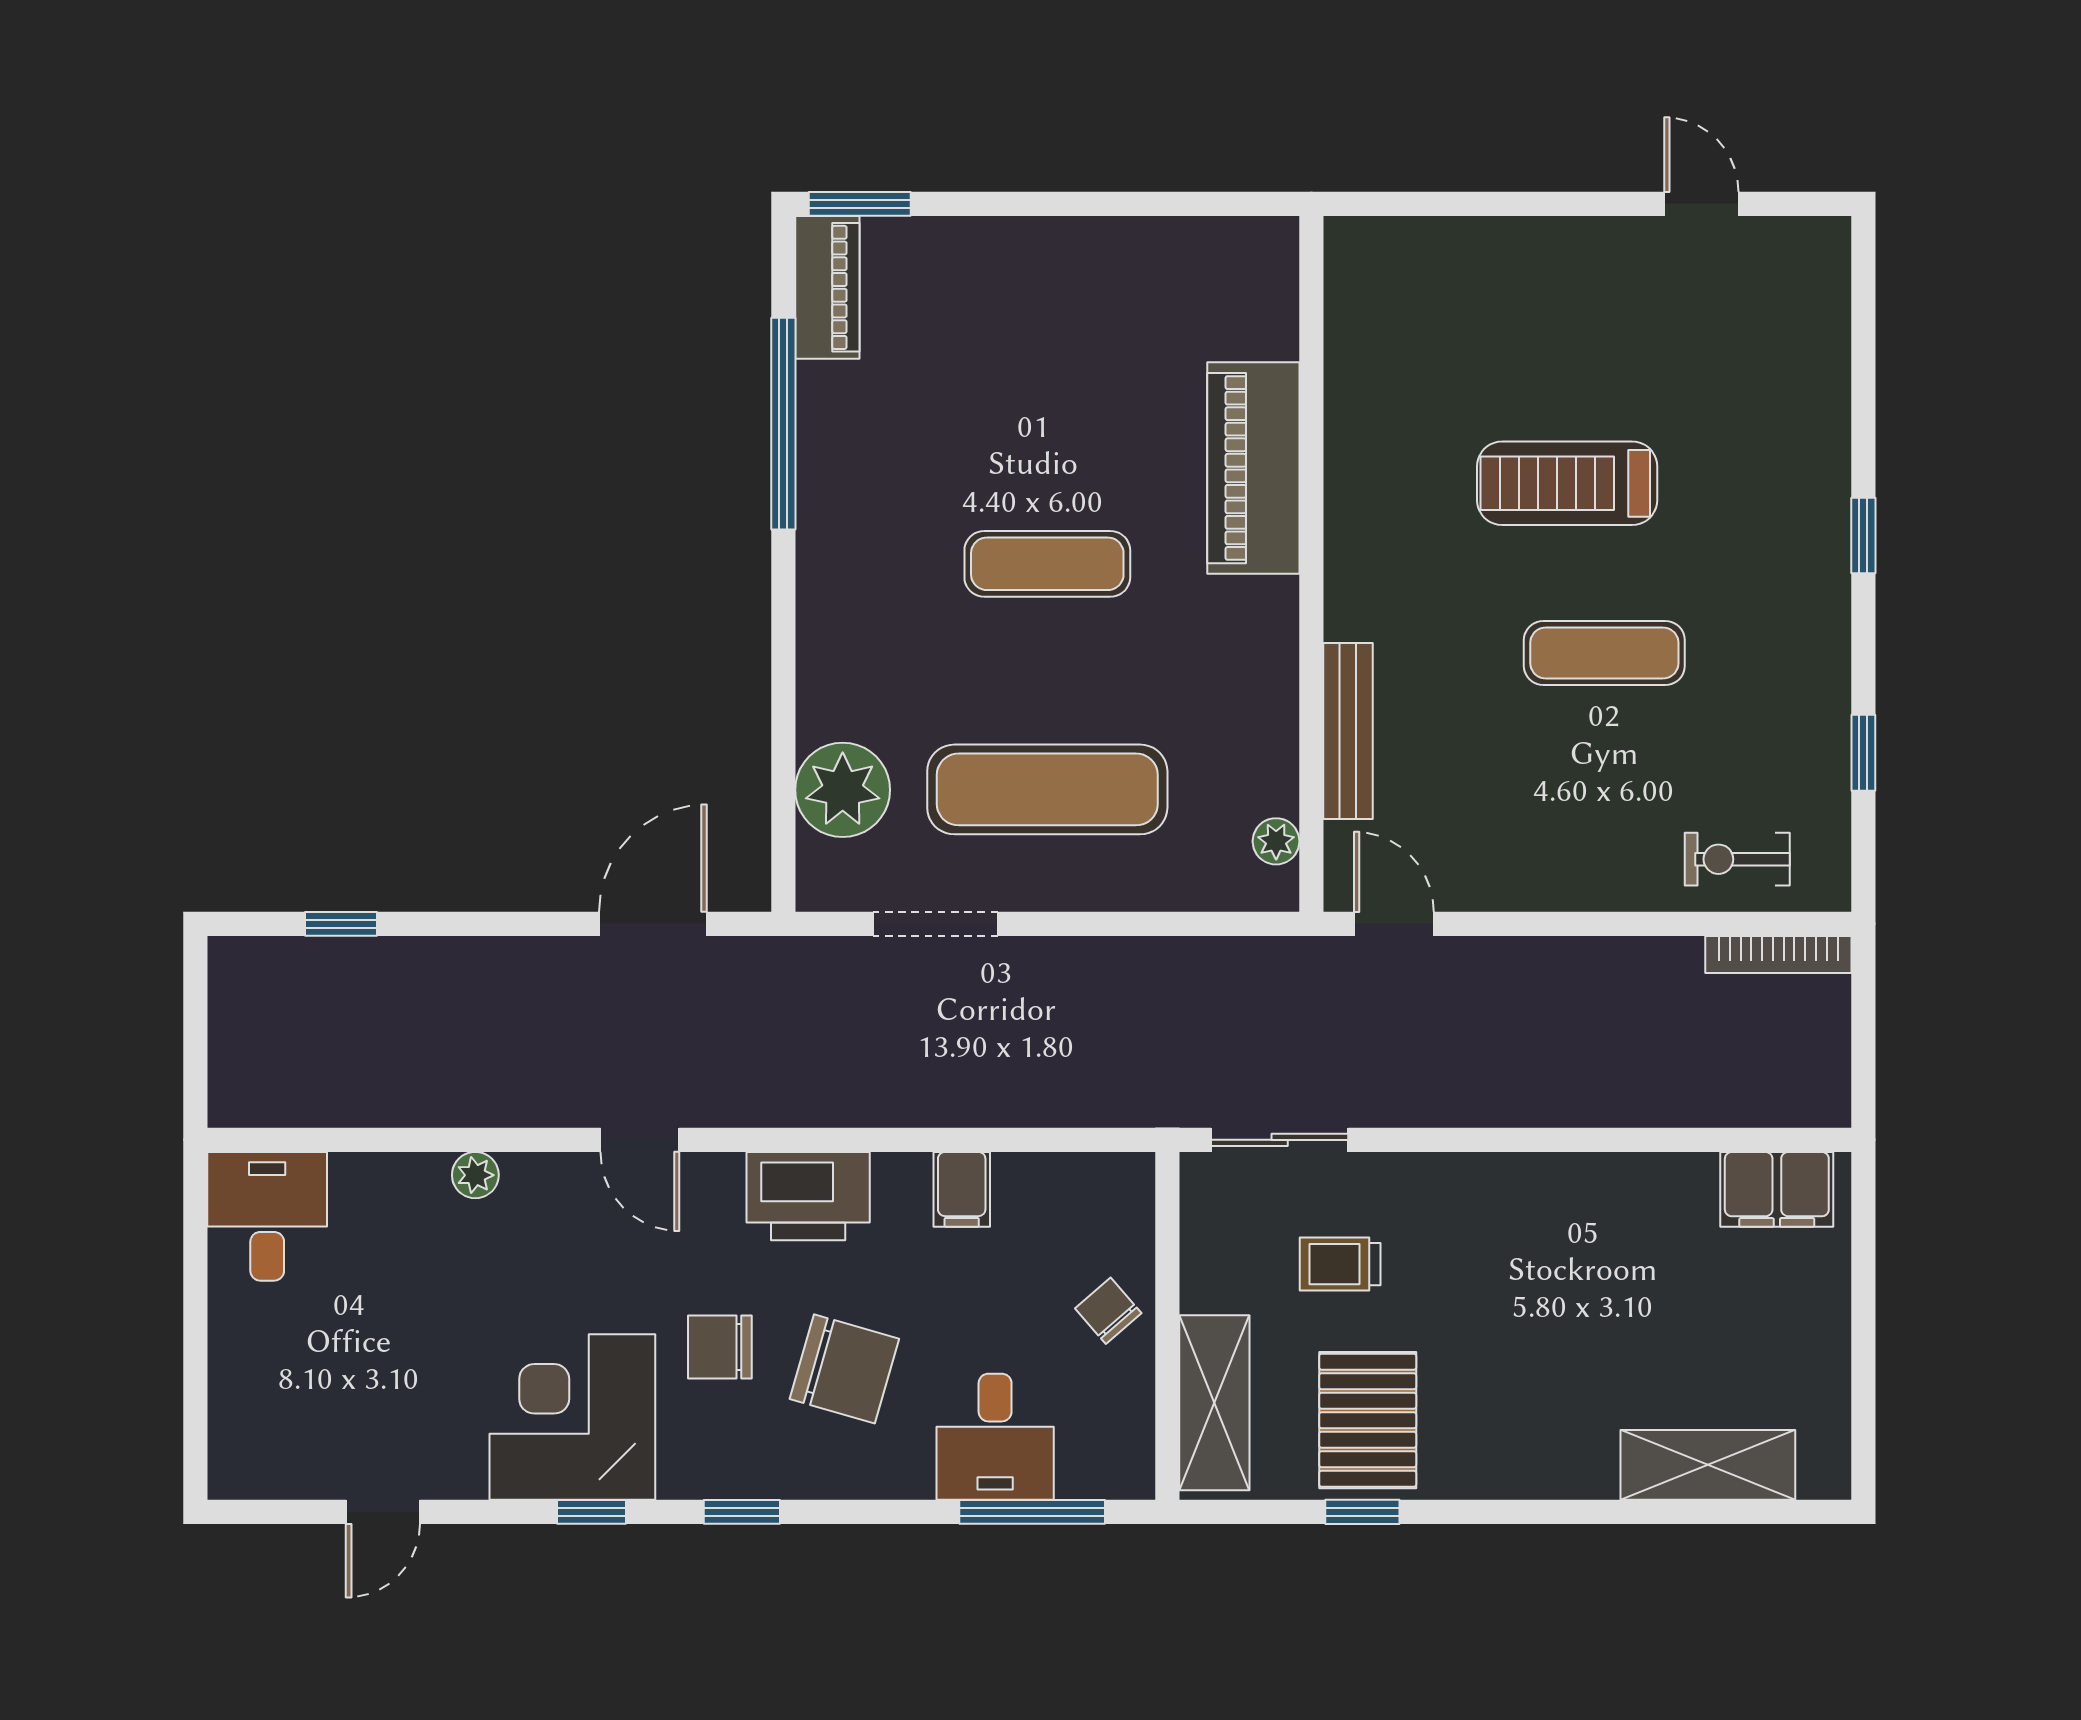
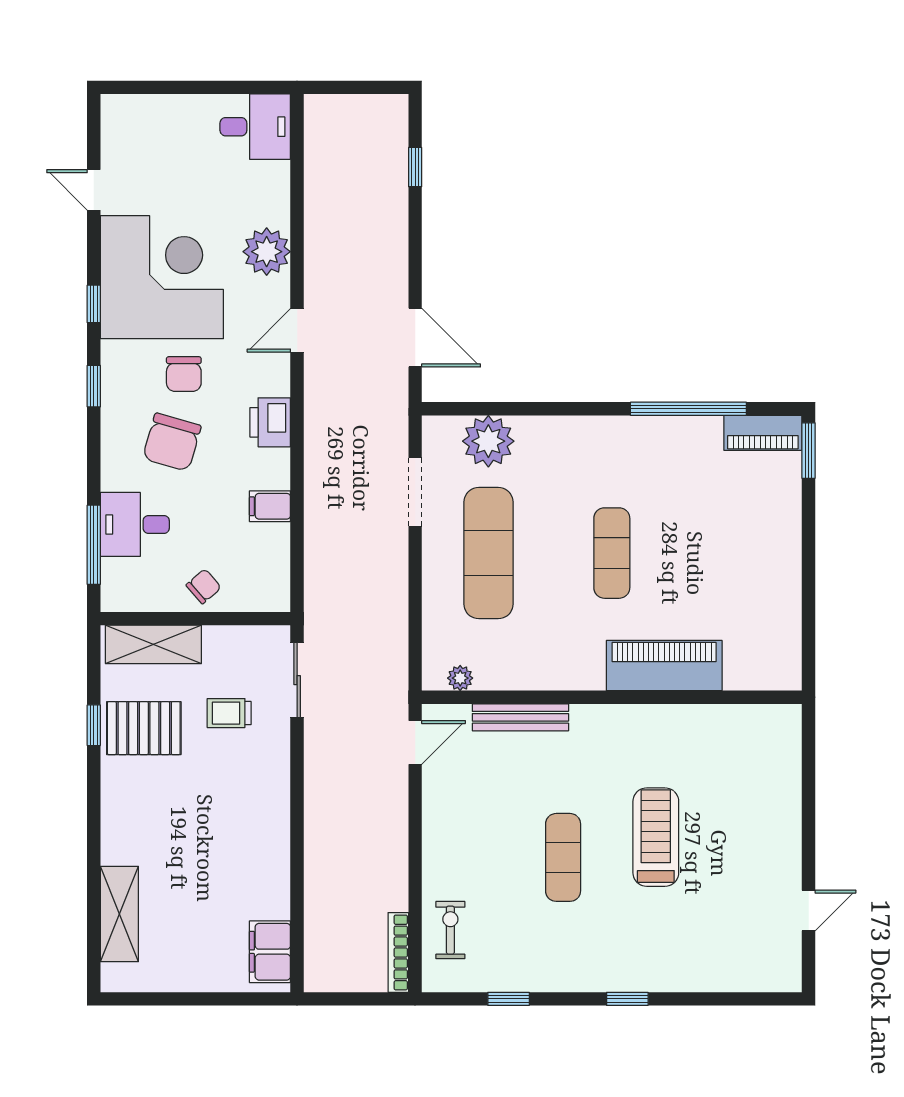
plant: (475, 1175) -> (267, 252), width x1.87, depth x1.87
printer: (808, 1196) -> (270, 422), width x0.73, depth x0.84
trolley: (1340, 1264) -> (229, 713), turned -90
chair: (720, 1347) -> (184, 374), turned 180
corner desk: (572, 1417) -> (162, 277), width x1.36, depth x1.36

